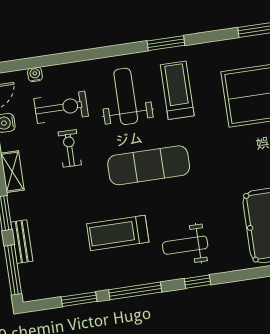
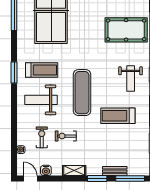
treadmill: (177, 90) -> (42, 70), turned 180
exercise bike: (61, 107) -> (42, 137), width x0.73, depth x0.72
treadmill: (118, 233) -> (118, 116), turned 90

